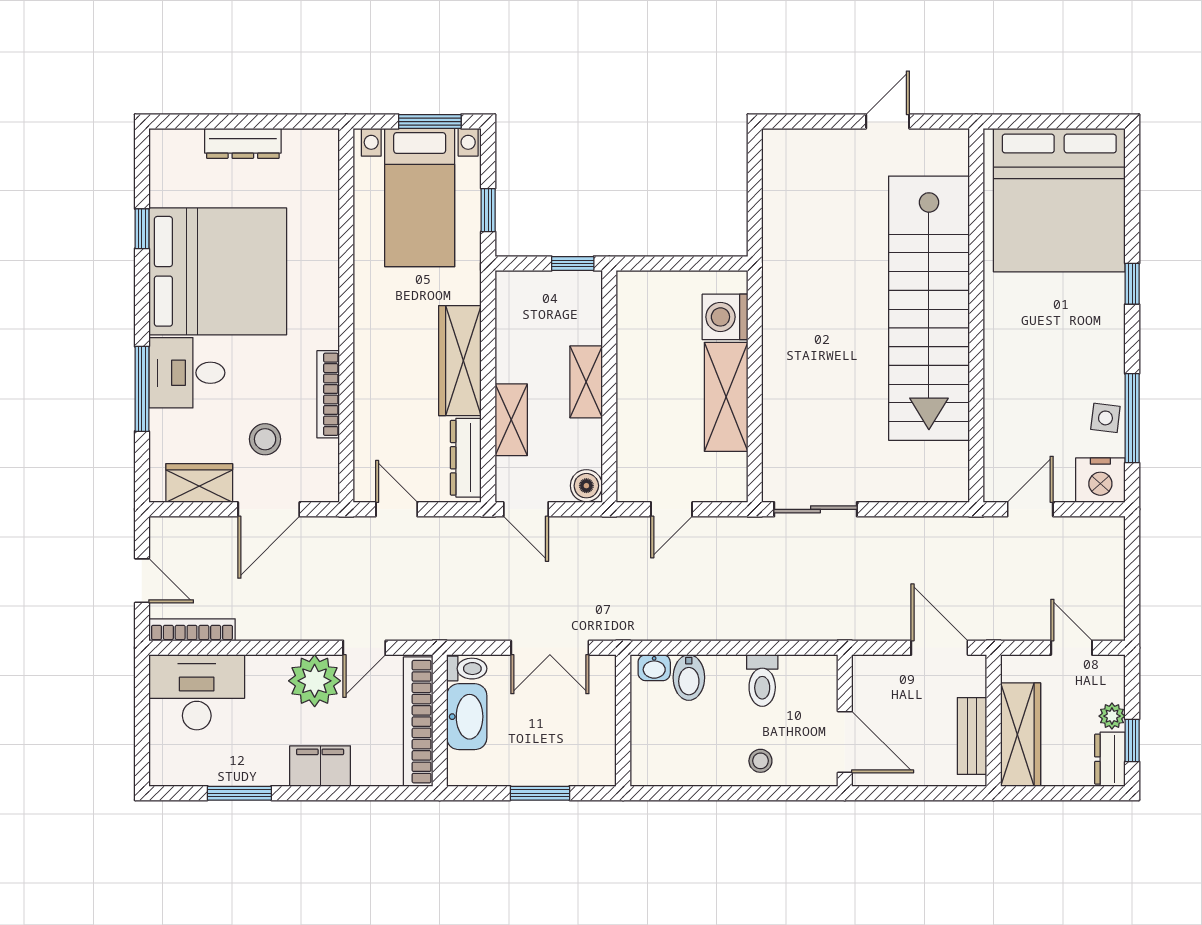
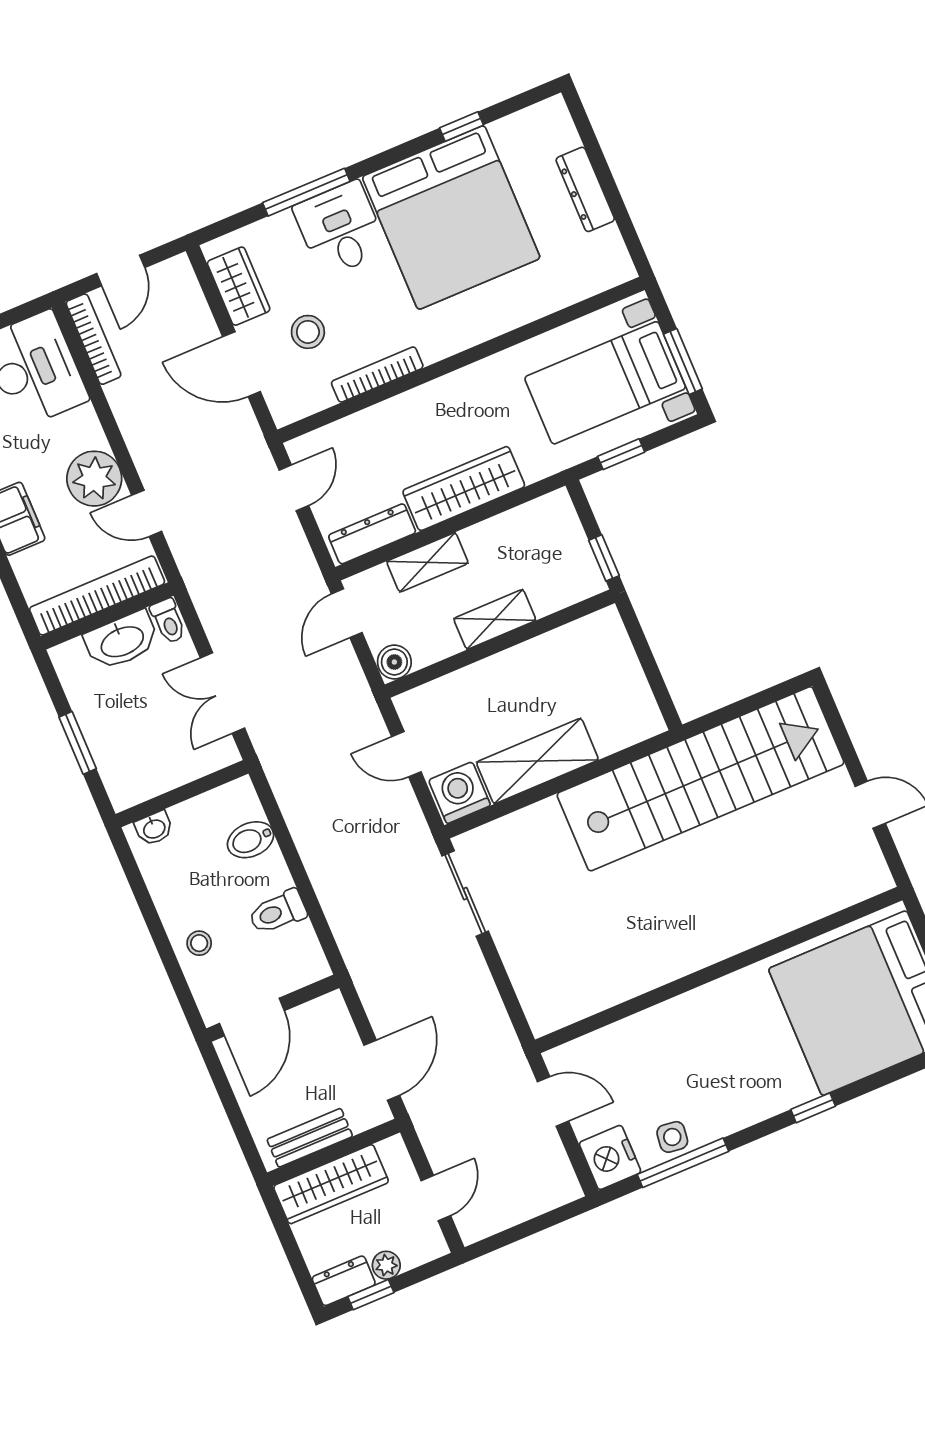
stairs: (929, 308) -> (700, 779), moved, turned 180
washing machine: (725, 317) -> (460, 793), moved
washbasin: (654, 668) -> (154, 828), moved, turned -90

